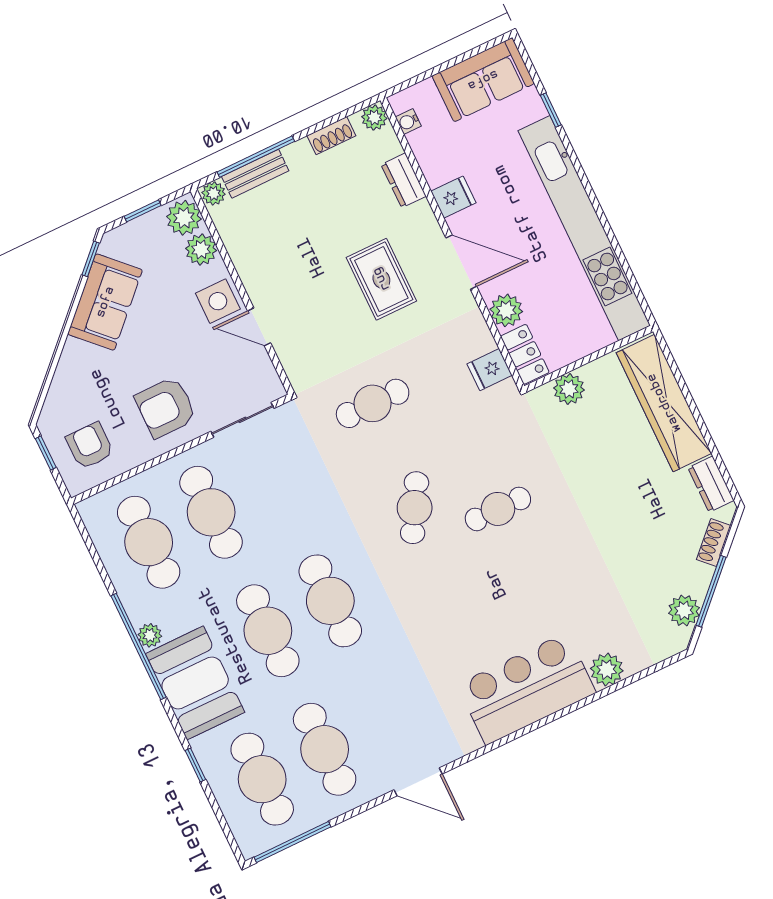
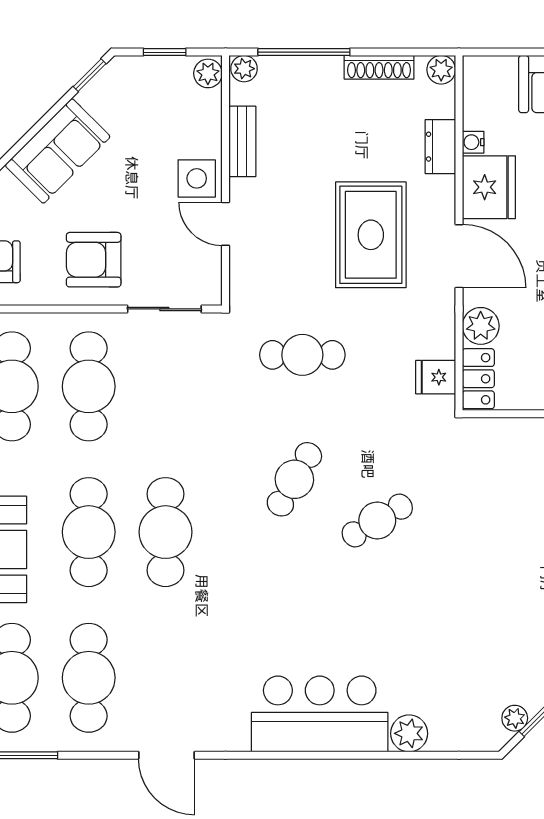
water cooler: (408, 122) -> (473, 142), moved
shoe rack: (331, 136) -> (379, 67), width x1.43
bench: (255, 174) -> (242, 141), moved, turned 90
fridge: (453, 197) -> (489, 187), width x1.88, depth x1.34
plant: (184, 218) -> (208, 73), width x0.73, depth x0.73
plant: (201, 249) -> (205, 119), removed
rug: (381, 279) -> (371, 235), width x1.36, depth x1.43
sofa: (105, 302) -> (58, 151), moved
plant: (569, 389) -> (506, 435), removed
cafe table: (498, 509) -> (377, 521), turned -31
plant: (684, 611) -> (515, 718), width x0.73, depth x0.73

